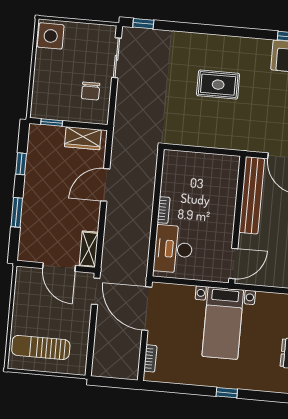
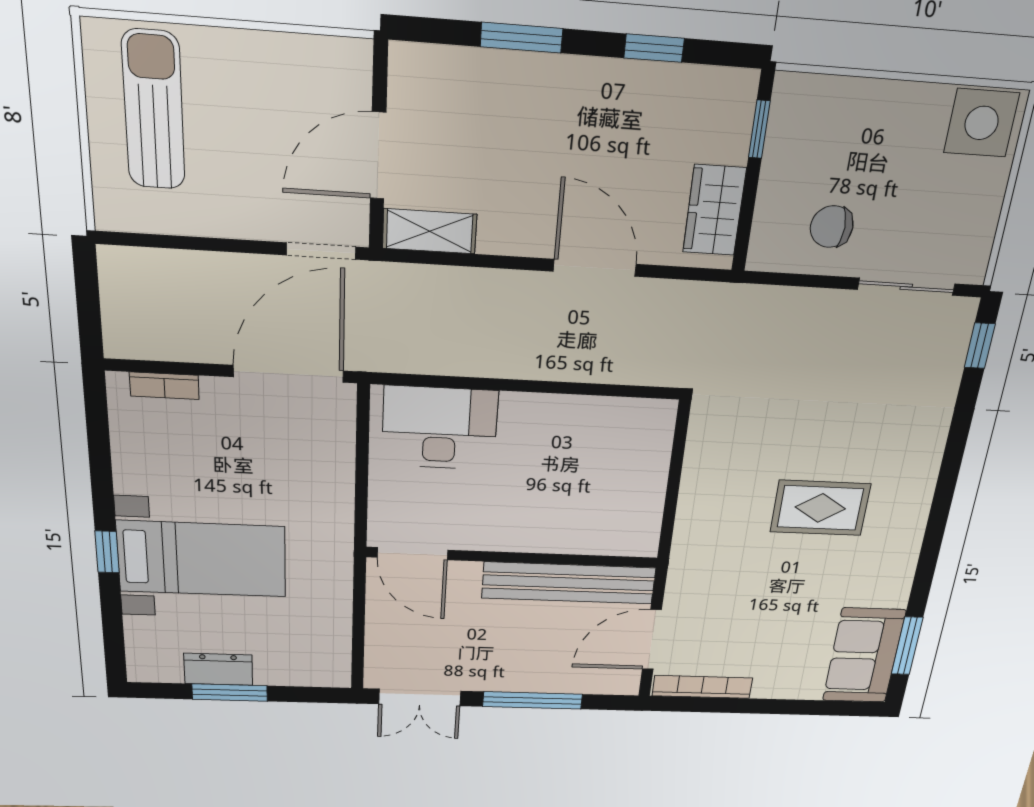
rug: (218, 85) -> (820, 508), turned 90
bookcase: (164, 210) -> (533, 404), removed
bed with nightstands: (223, 323) -> (202, 559), moved, turned 180

